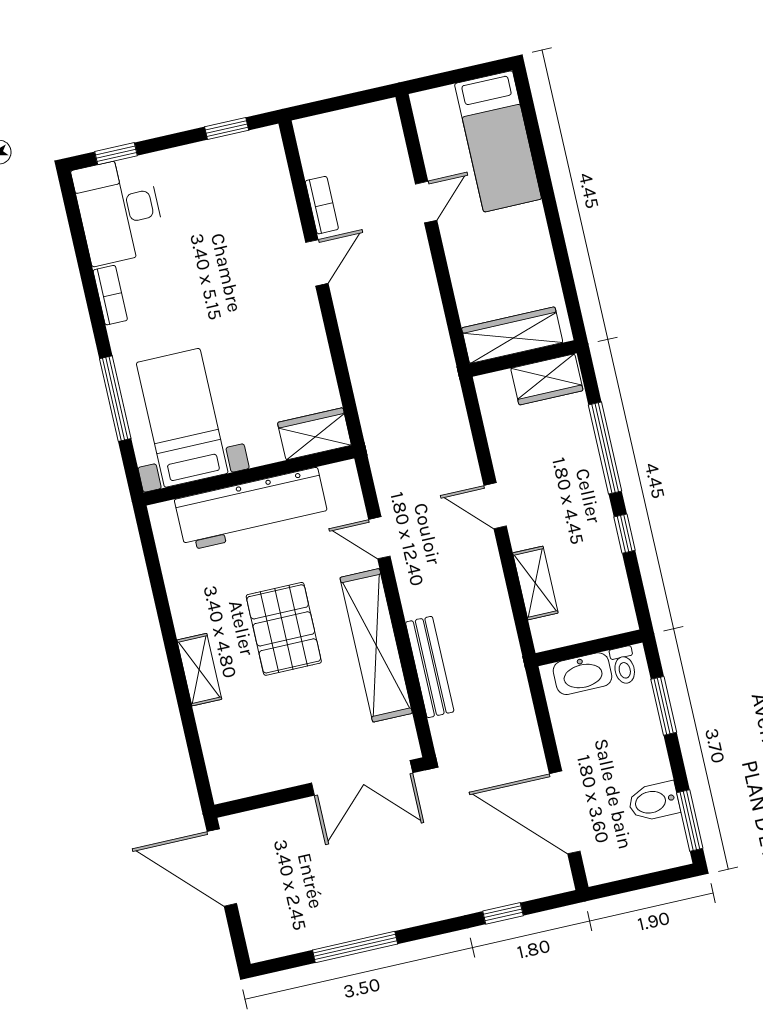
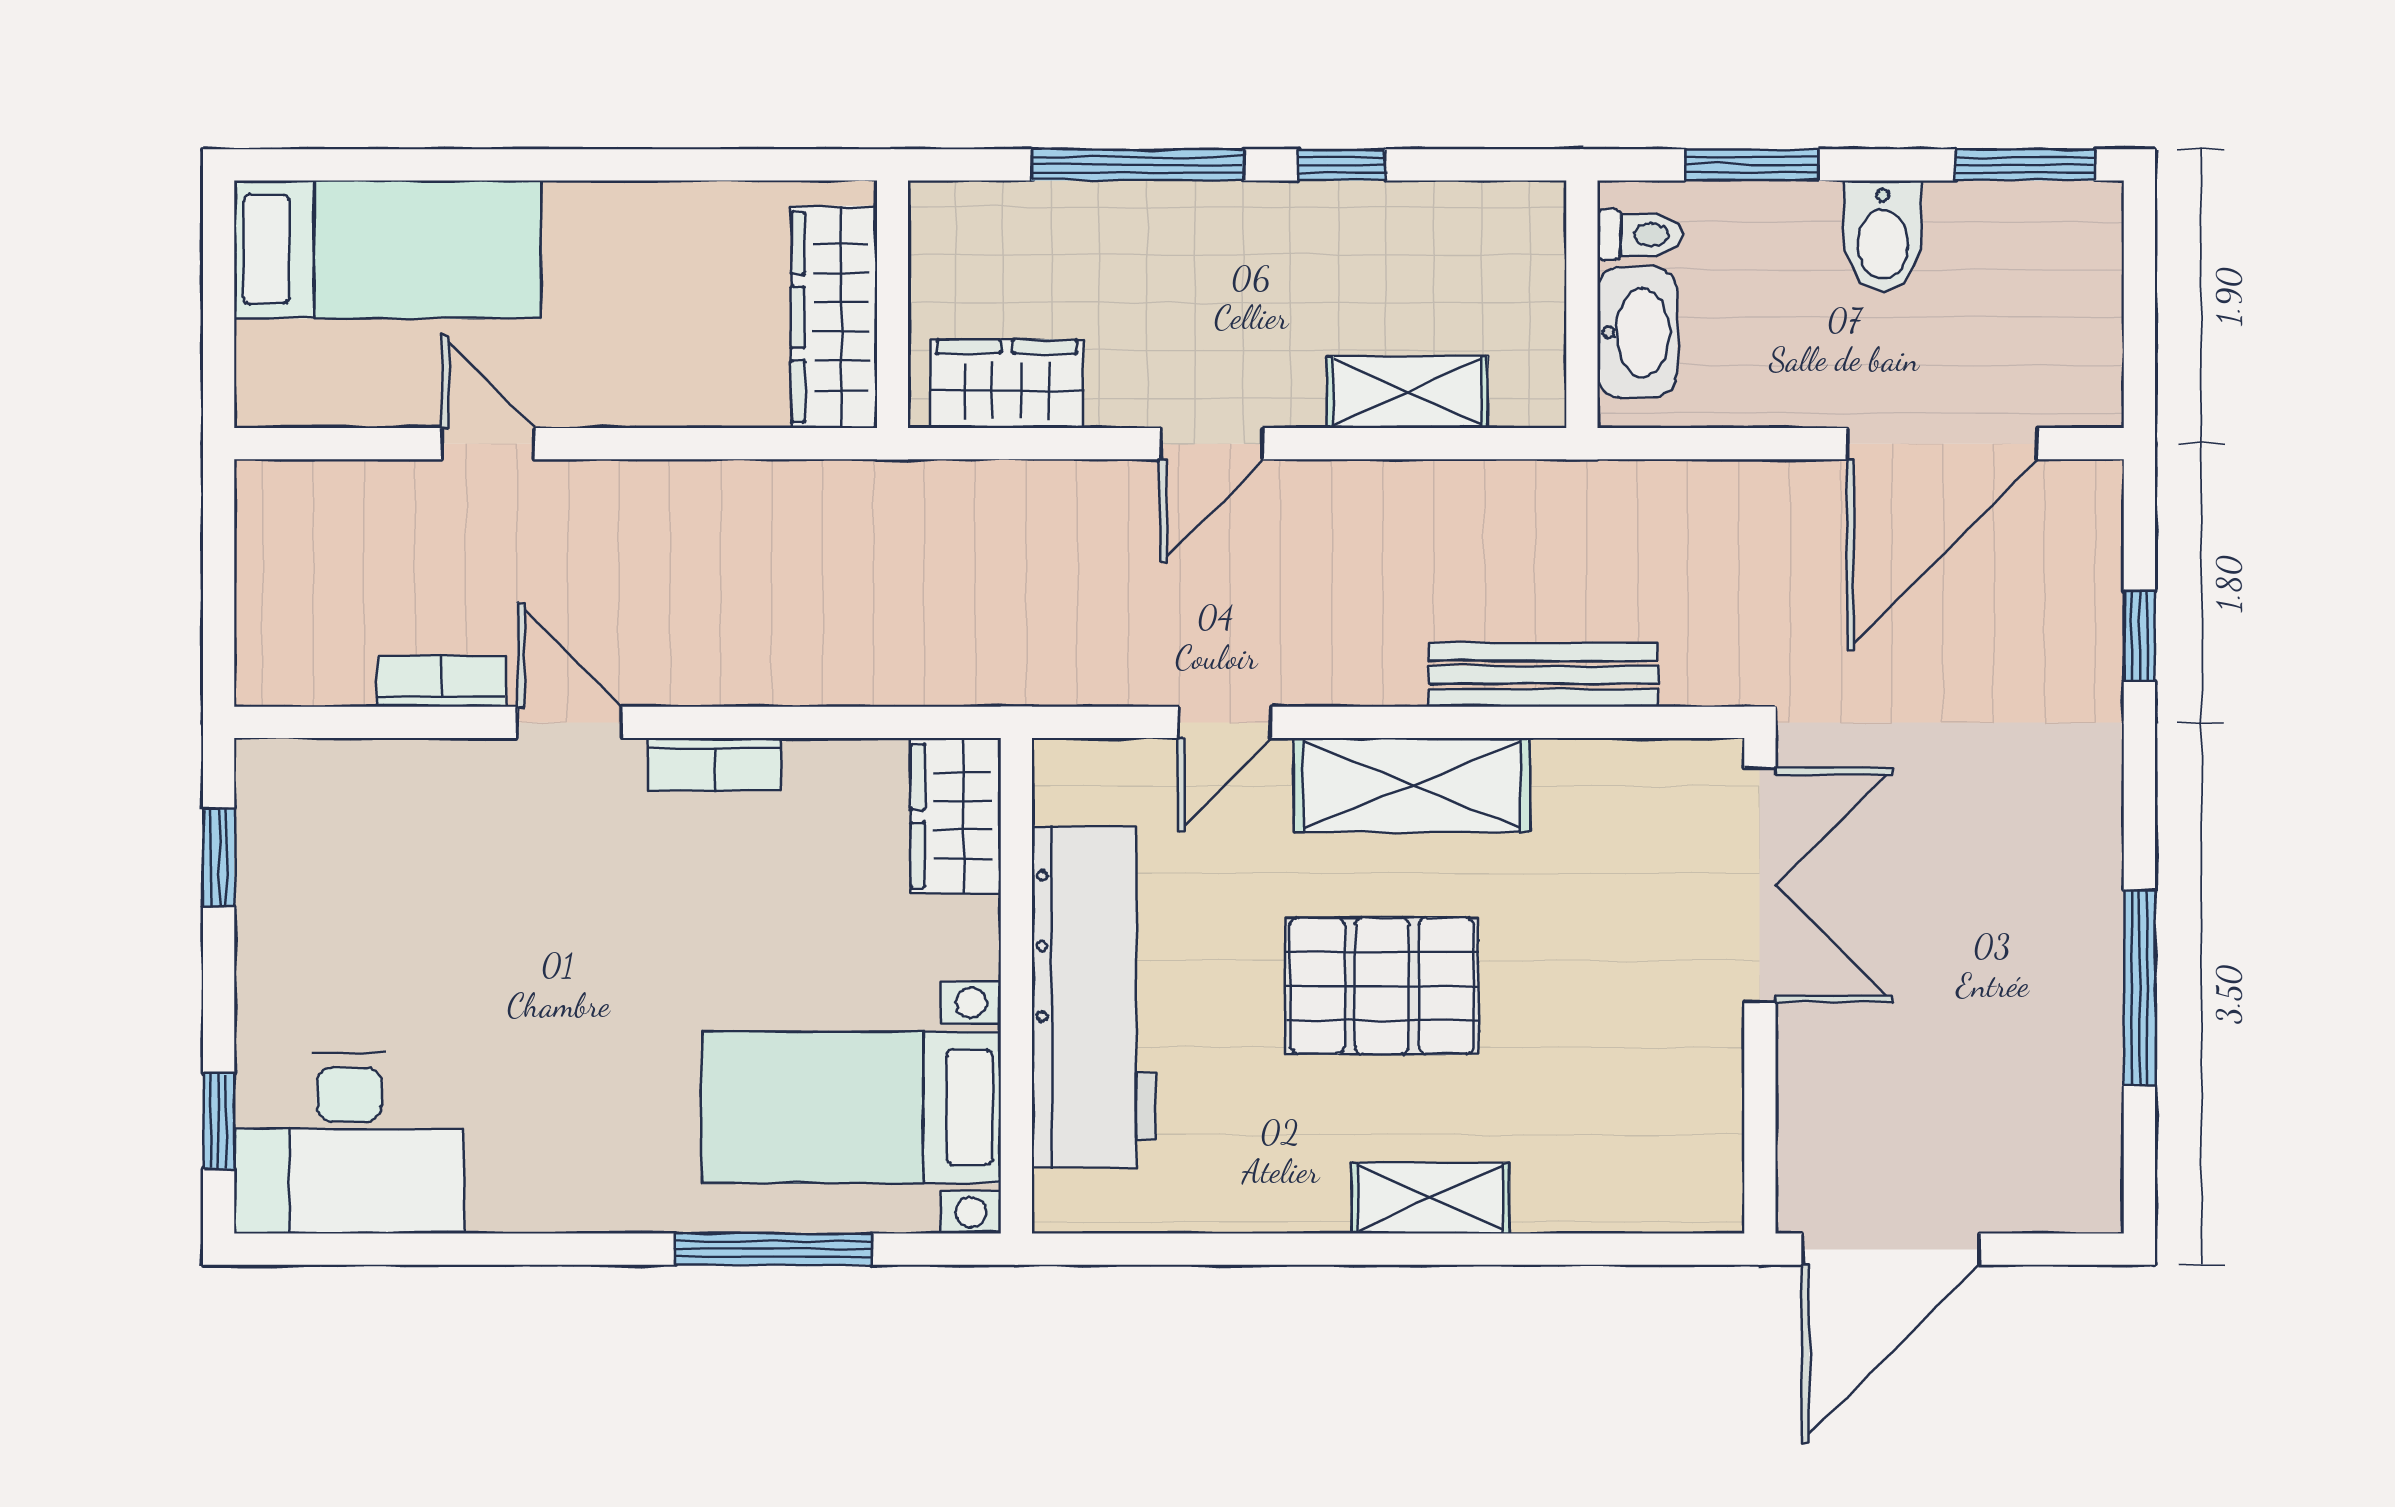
bookcase: (110, 295) -> (714, 764), moved, turned 180
wardrobe: (547, 379) -> (1007, 384), moved, turned -90
shelving: (376, 645) -> (1412, 785), width x0.68
bidet: (654, 802) -> (1883, 237), moved

